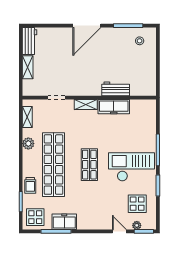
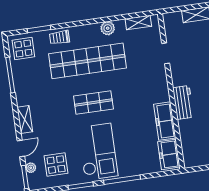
workbench: (116, 89) -> (183, 102), moved
shelving: (86, 105) -> (25, 120), moved
freezer: (64, 222) -> (169, 154), moved, turned 180

